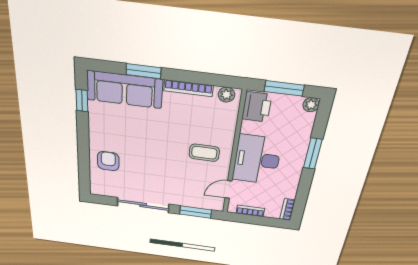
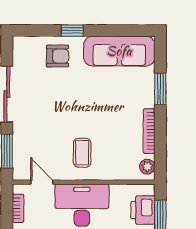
sofa: (124, 90) -> (119, 51), moved, turned -90
window: (82, 101) -> (72, 31), moved
printer: (257, 107) -> (143, 210), moved, turned 90

